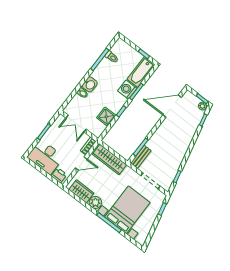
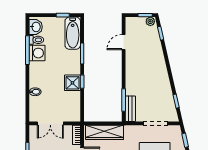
washbasin: (90, 84) -> (36, 27), moved
washing machine: (127, 90) -> (37, 53), moved, turned 180
door: (172, 106) -> (124, 42), width x0.53
shower: (106, 117) -> (72, 83), moved

